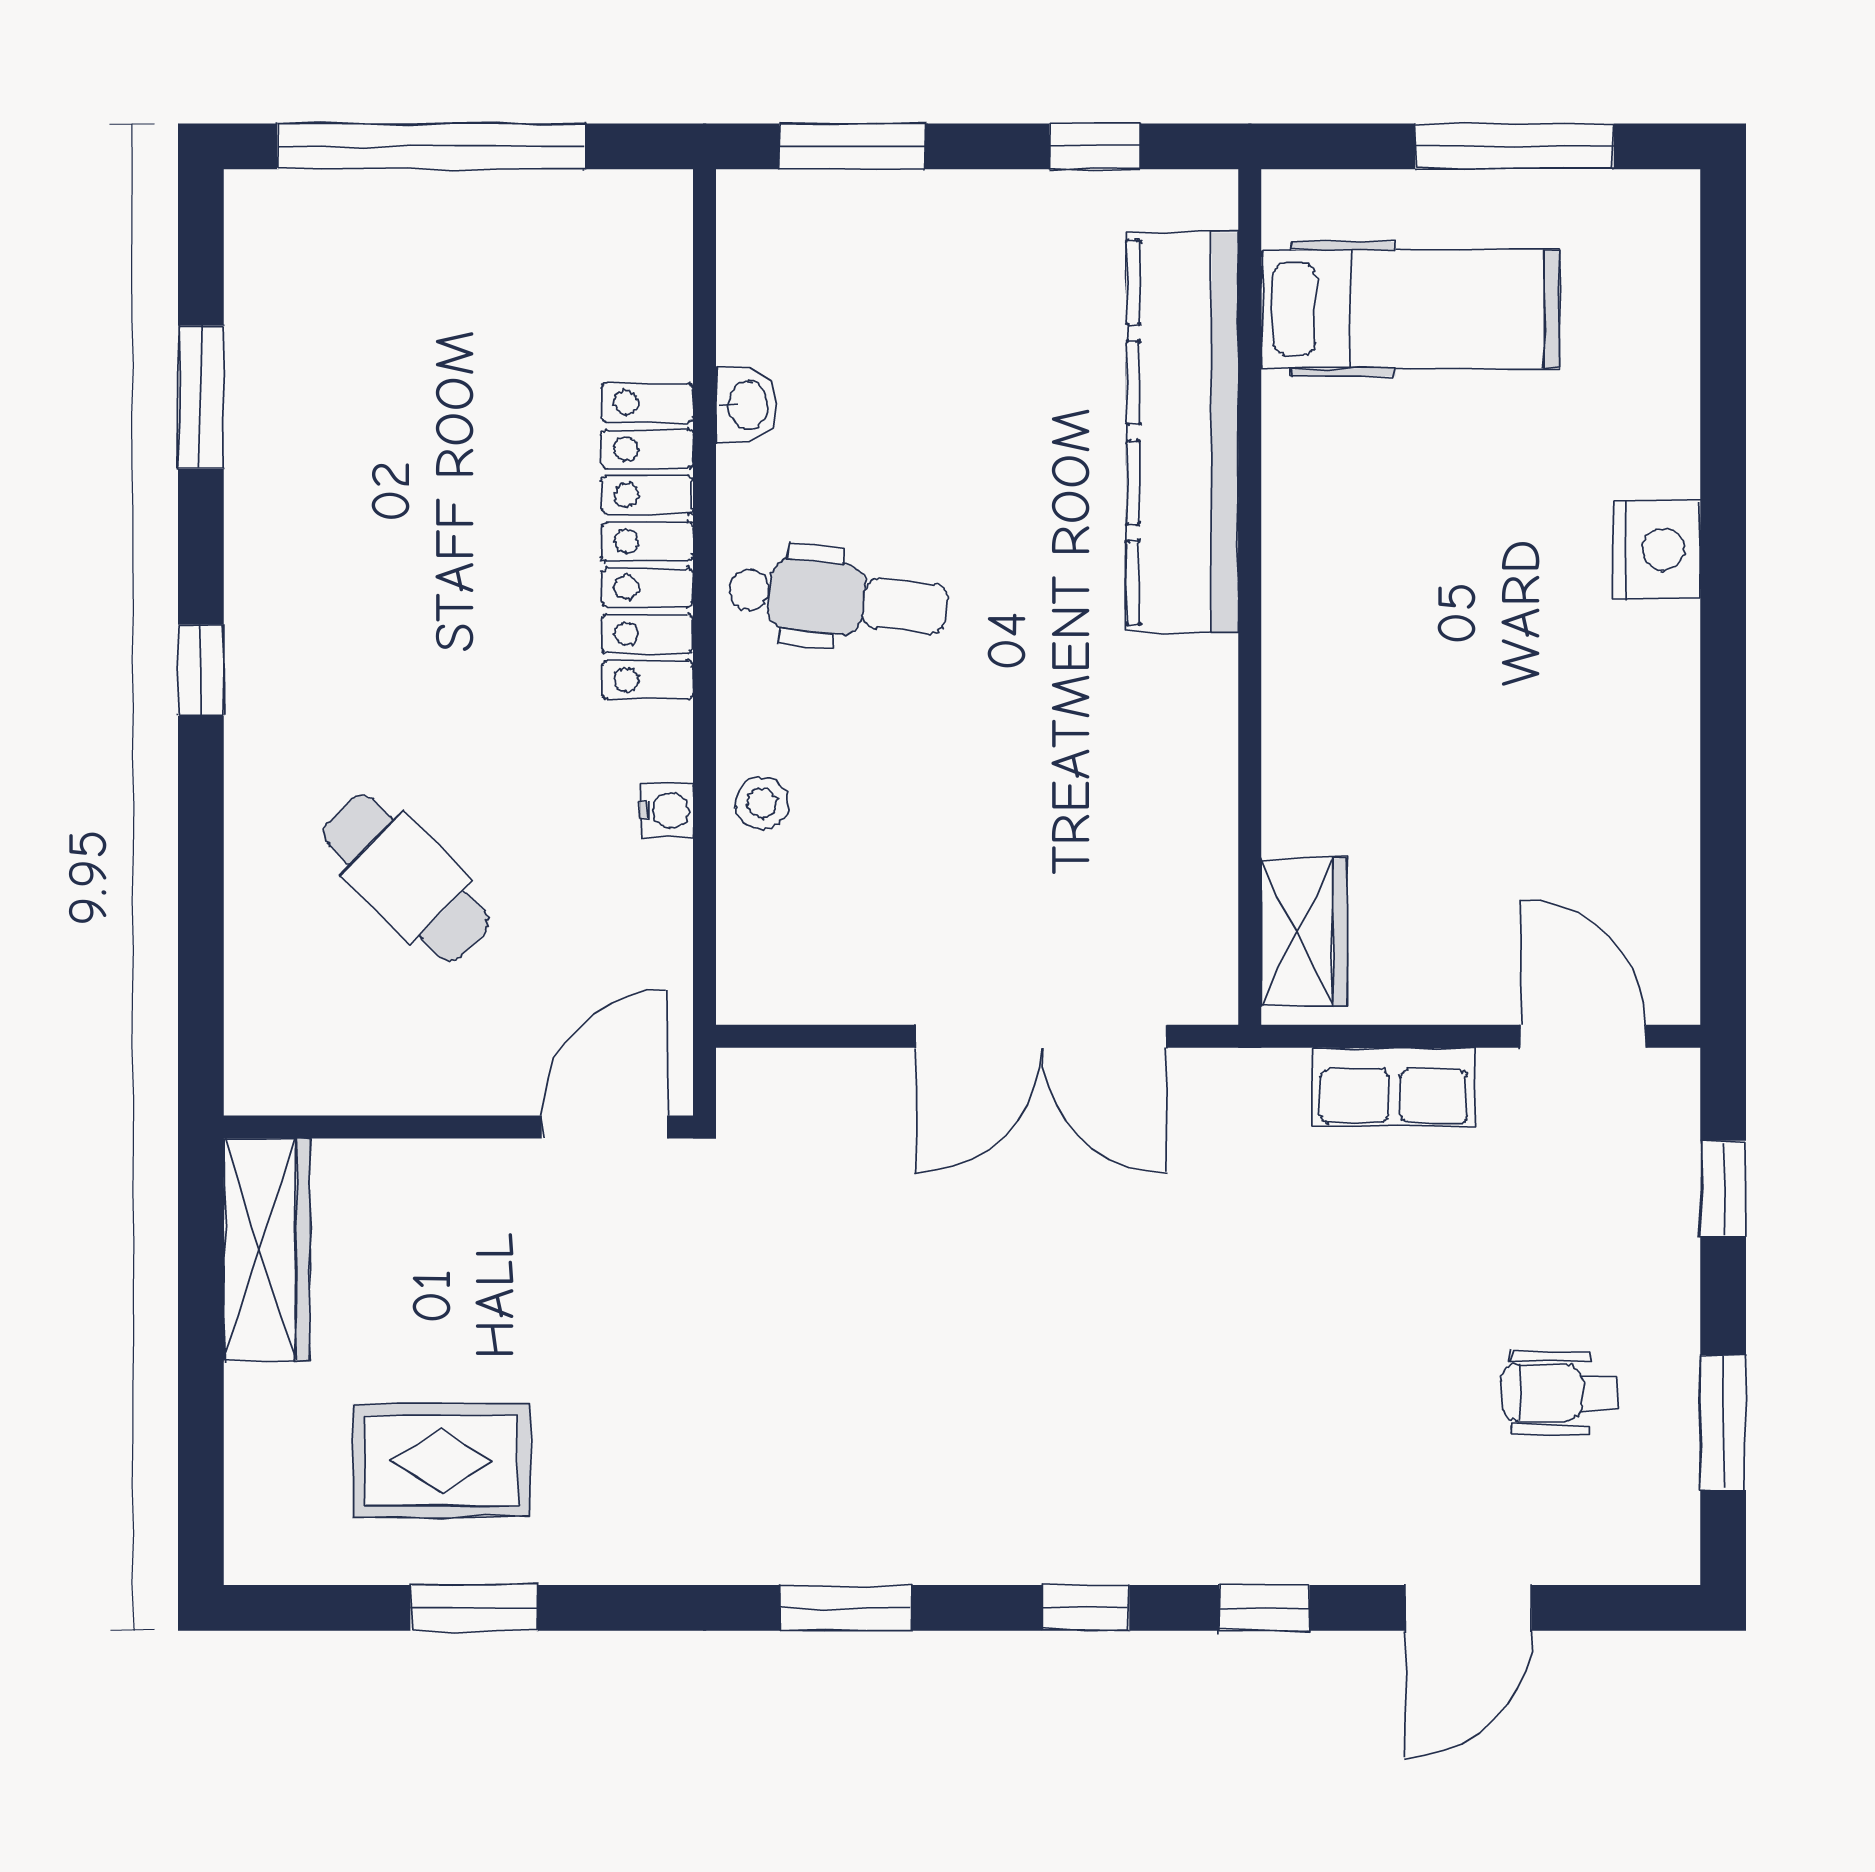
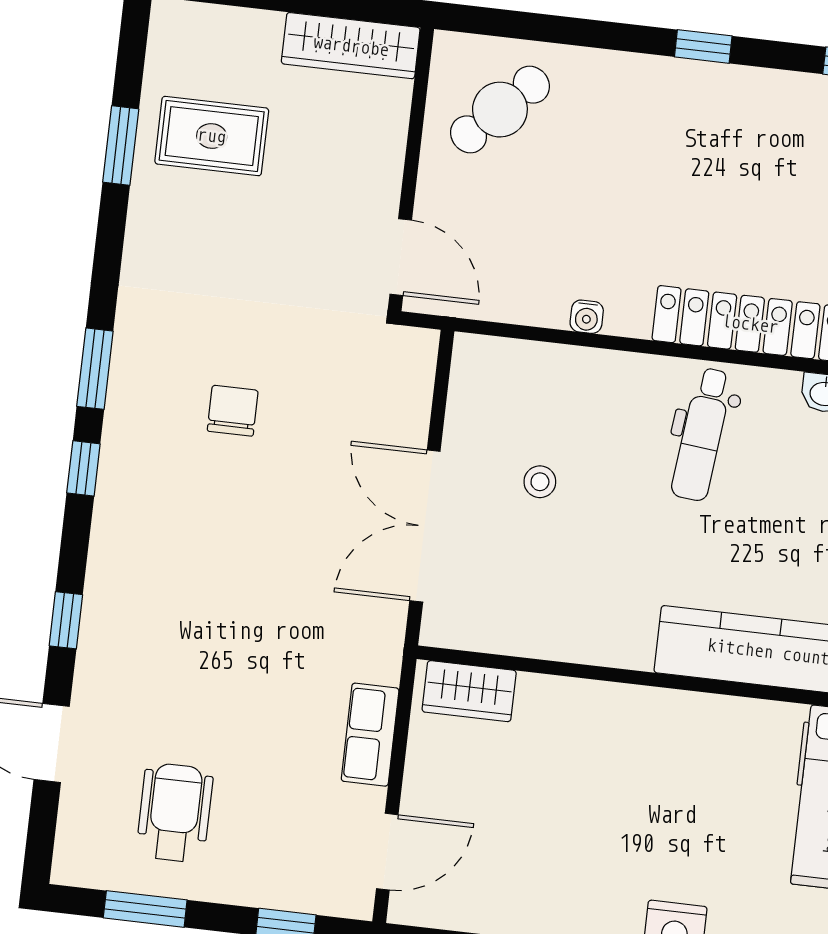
stool: (762, 803) -> (540, 482), moved
cafe table: (406, 878) -> (500, 110), moved
chair: (888, 1374) -> (233, 411), added
wheelchair: (1559, 1393) -> (175, 813), width x1.36, depth x1.37
rug: (441, 1460) -> (212, 136), turned 90
window: (1086, 1608) -> (83, 468), moved

